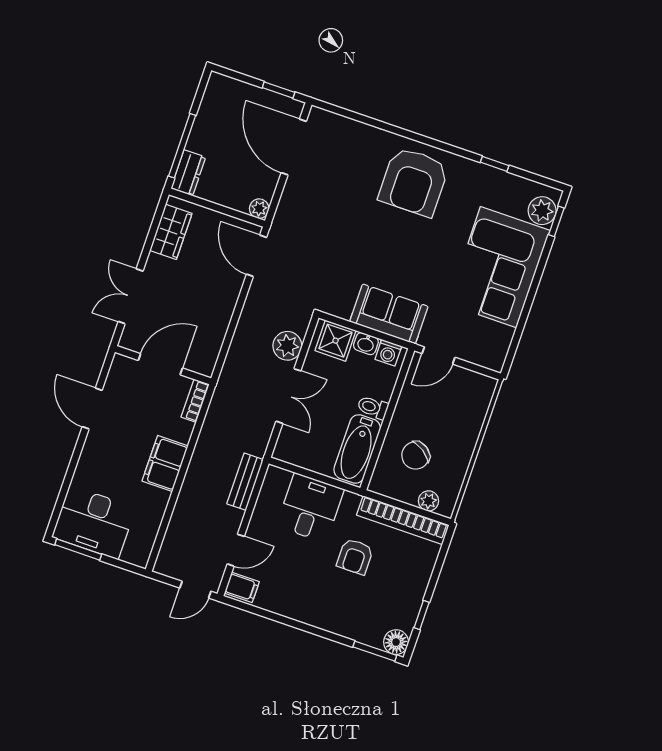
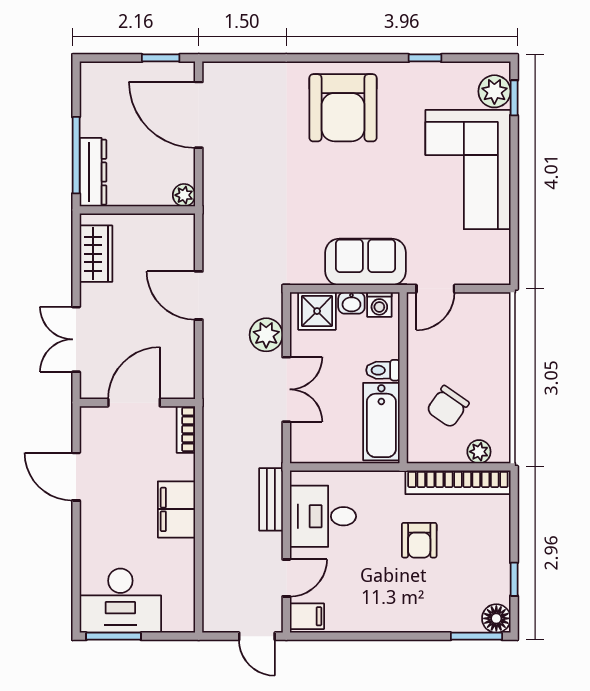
dresser: (188, 173) -> (93, 172), width x1.44
door: (256, 256) -> (199, 295), moved
desk: (310, 508) -> (323, 516), moved, turned -90
door: (195, 590) -> (257, 636), hinge flipped

